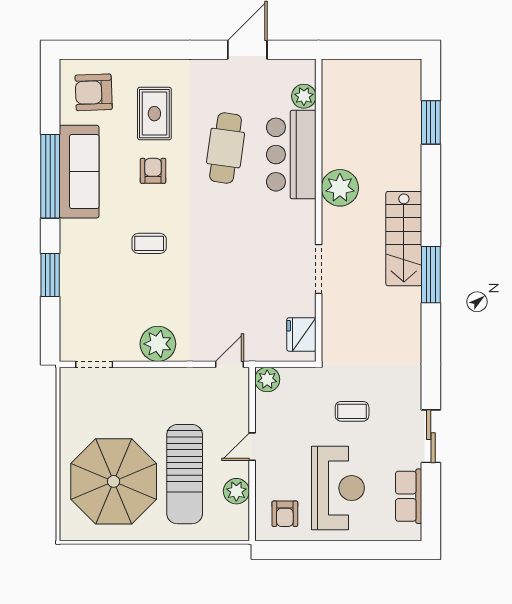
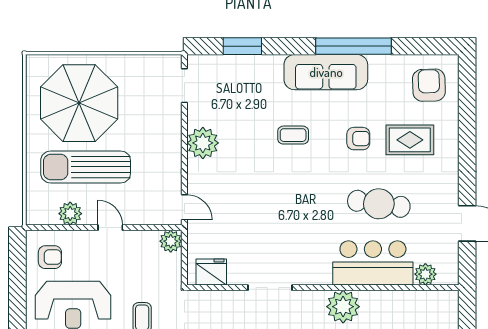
sofa: (79, 172) -> (326, 72), moved
coffee table: (149, 243) -> (293, 135), turned 90
window: (50, 275) -> (242, 46), moved
armchair: (285, 514) -> (50, 257), turned 180

